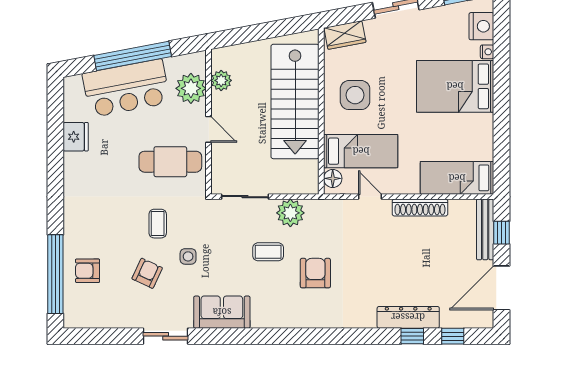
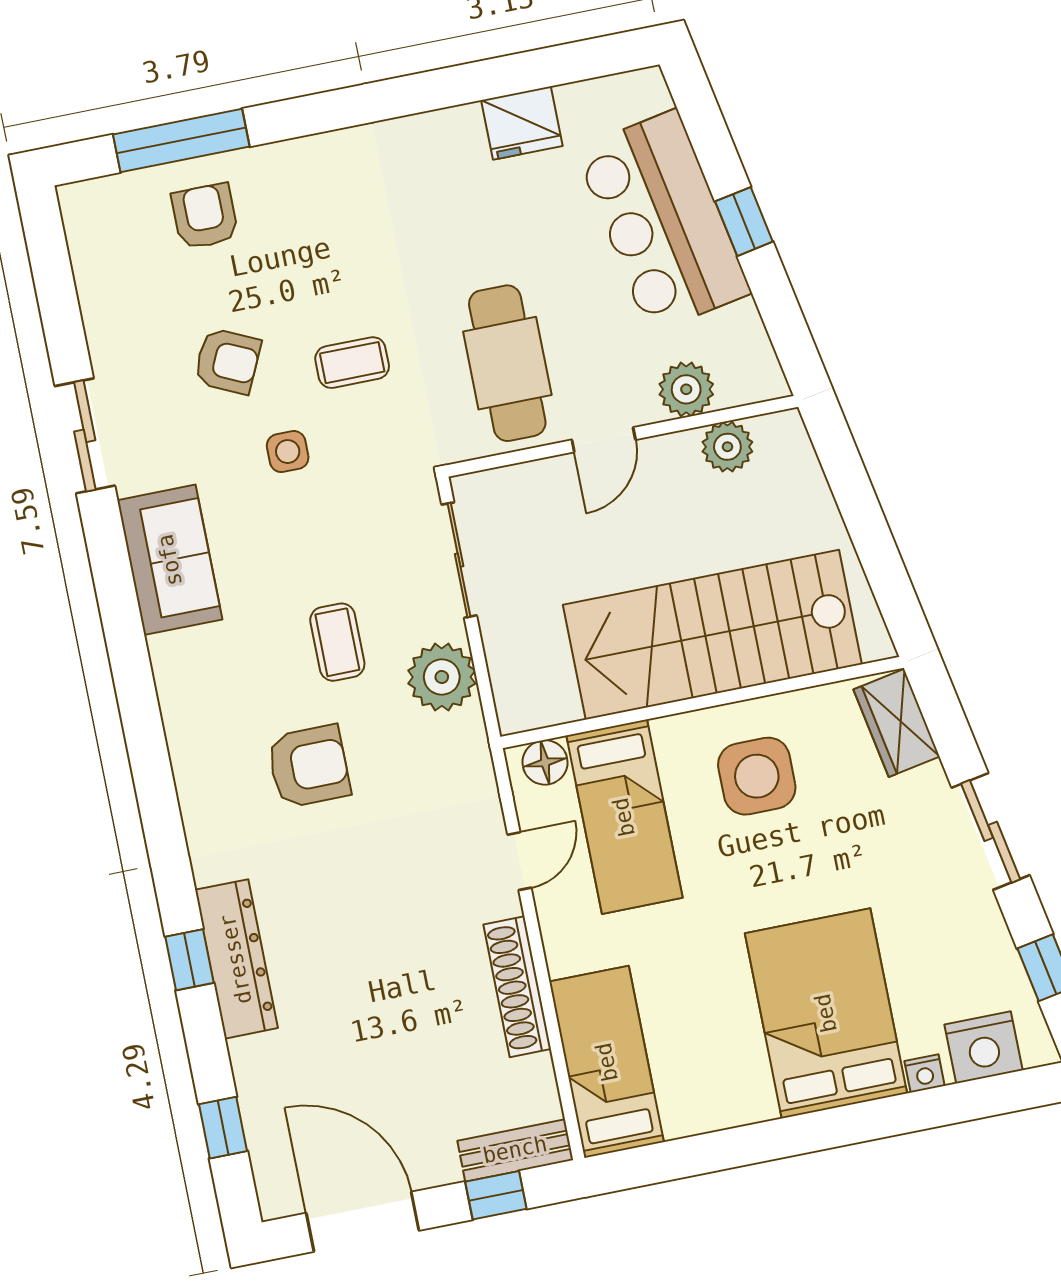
window: (133, 56) -> (744, 222), width x0.32
plant: (191, 88) -> (686, 389), width x0.73, depth x0.73
bench: (485, 229) -> (515, 1150), width x0.73
window: (55, 274) -> (181, 141), width x0.68
dresser: (408, 317) -> (236, 959), moved
window: (412, 336) -> (190, 960), moved

